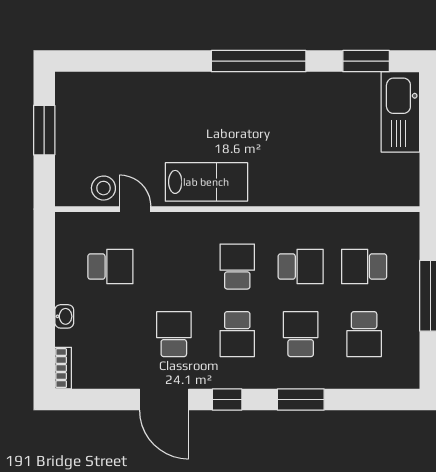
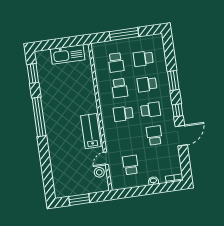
kitchen sink: (400, 112) -> (68, 54), moved
school desk: (301, 267) -> (120, 88), turned 180
school desk: (174, 334) -> (154, 135), turned 90
school desk: (364, 334) -> (143, 59), turned 180

